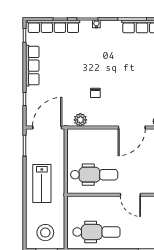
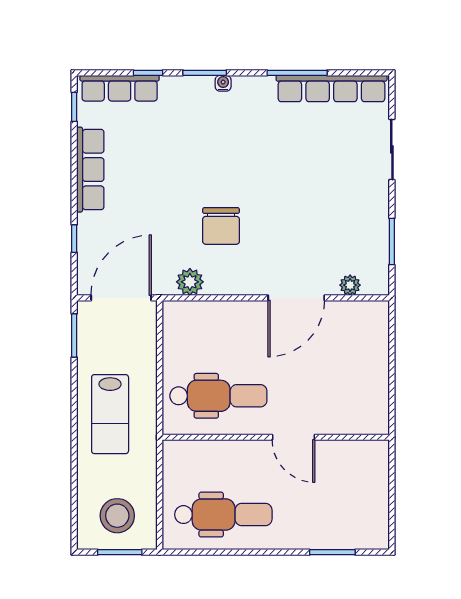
row of seats: (53, 26) -> (120, 88), width x0.73
chair: (95, 93) -> (221, 226), width x1.87, depth x1.87

